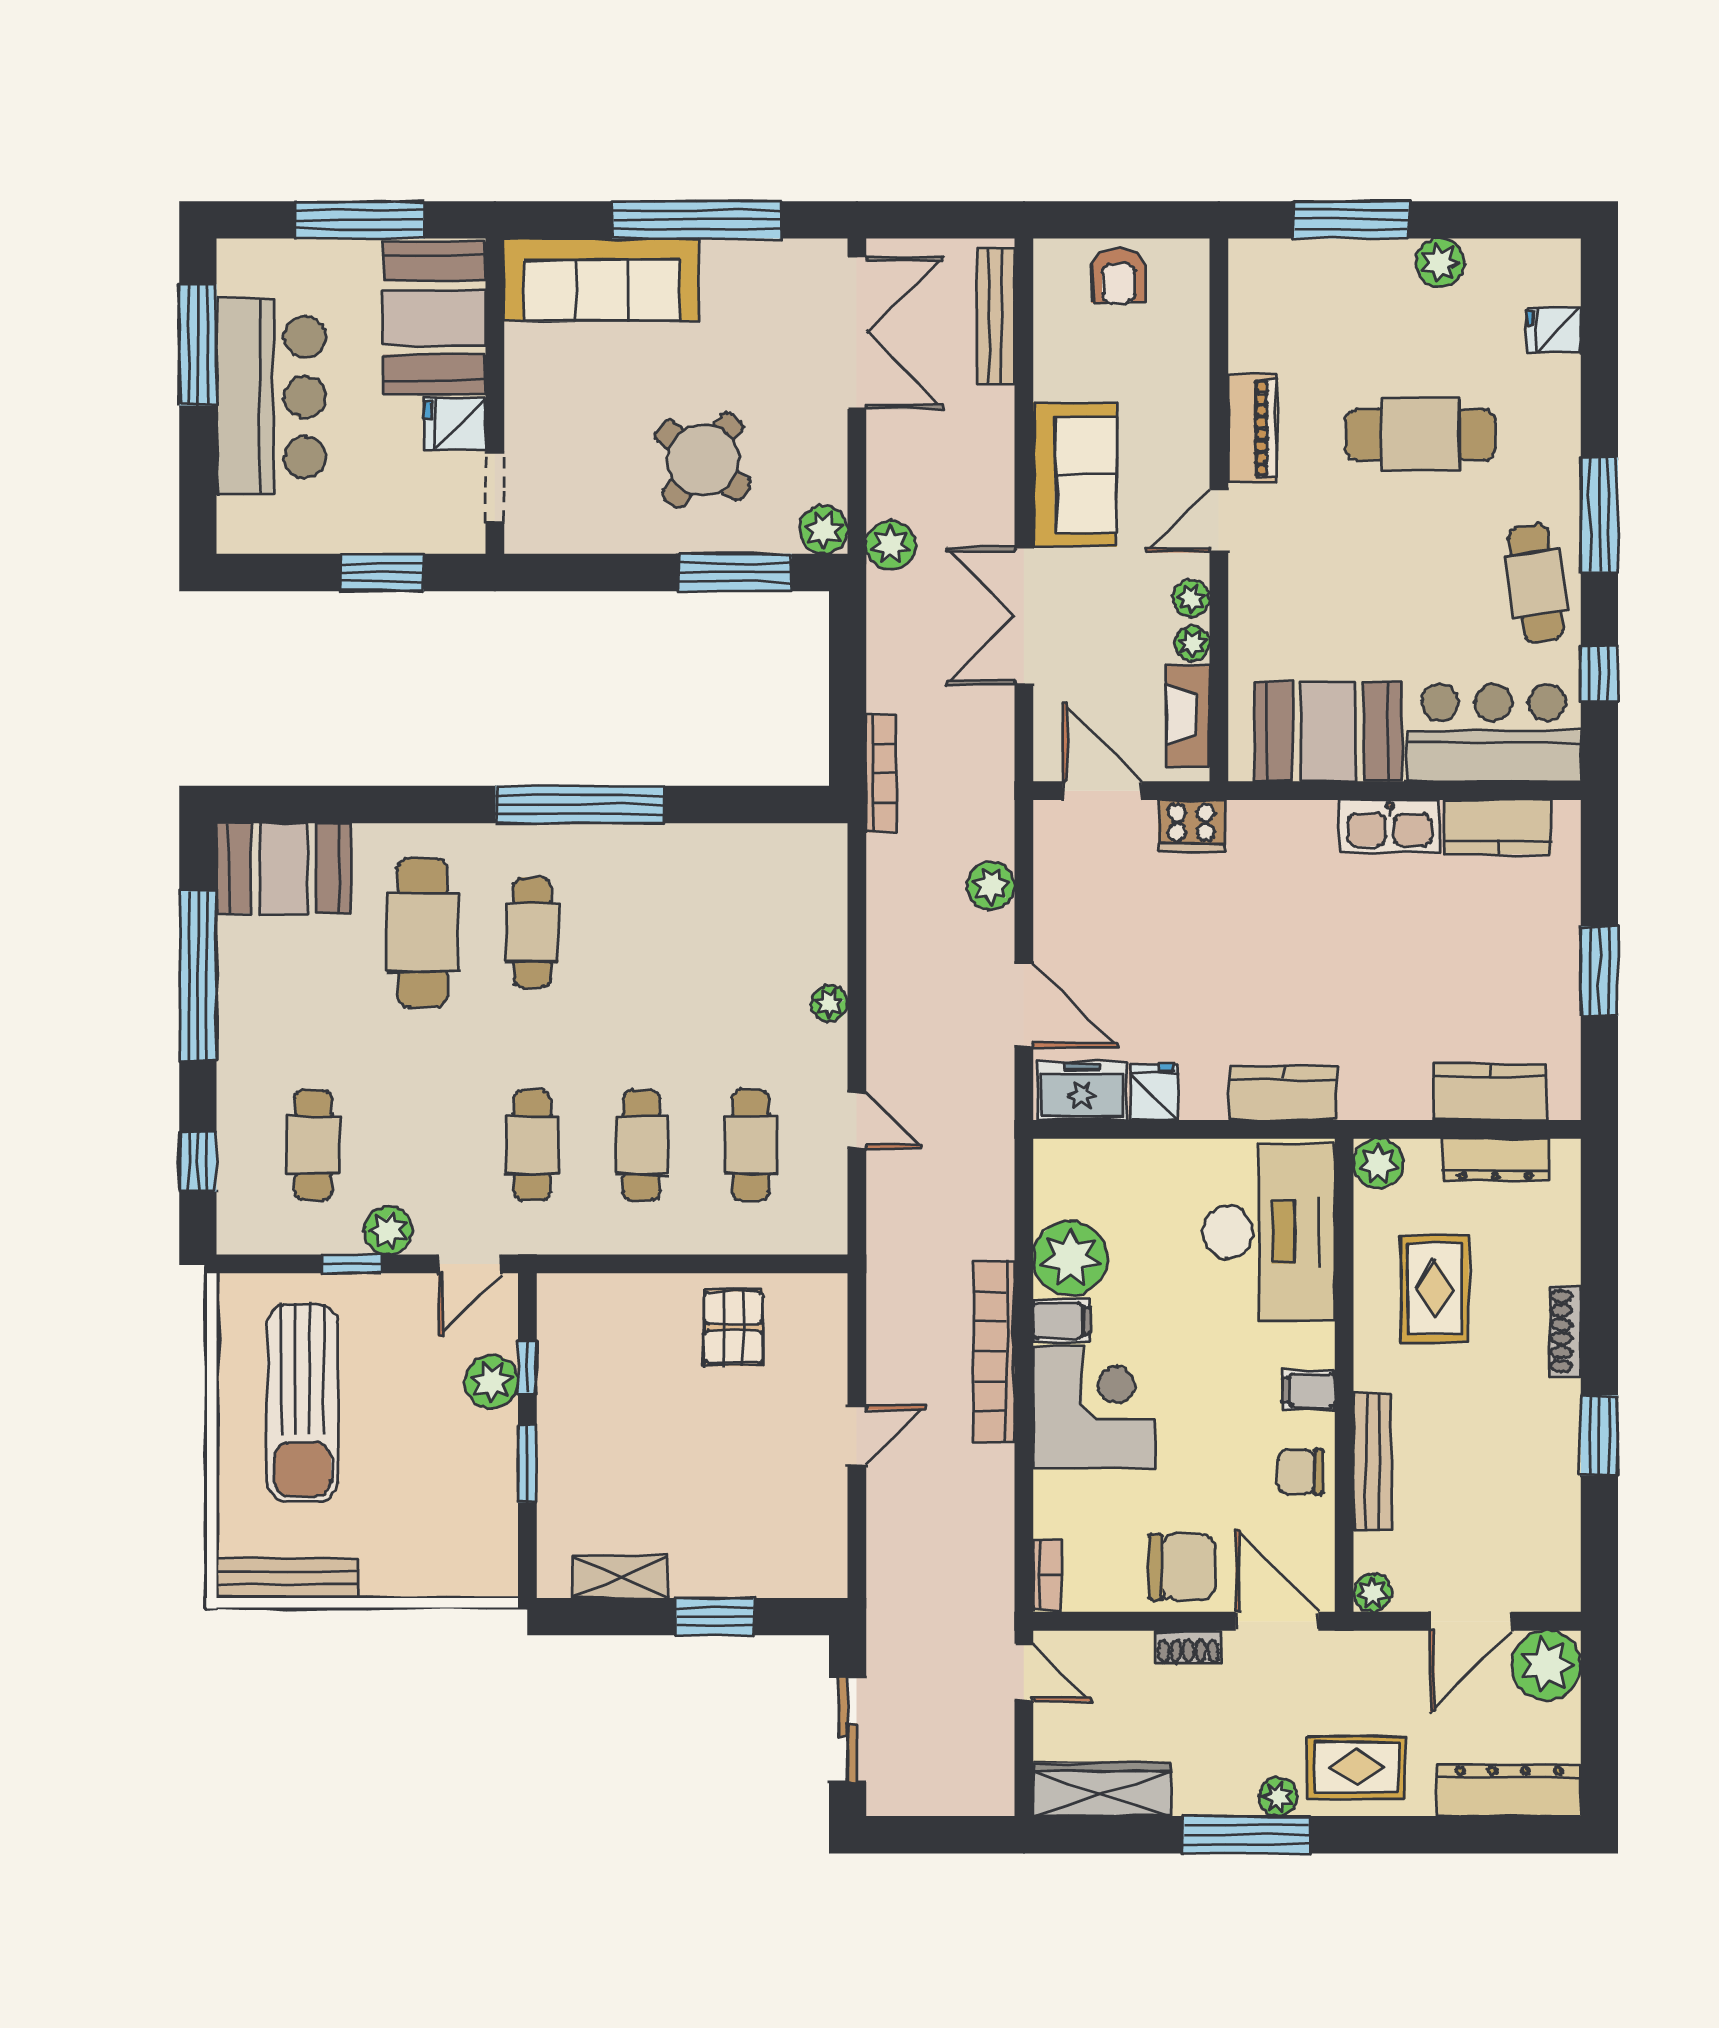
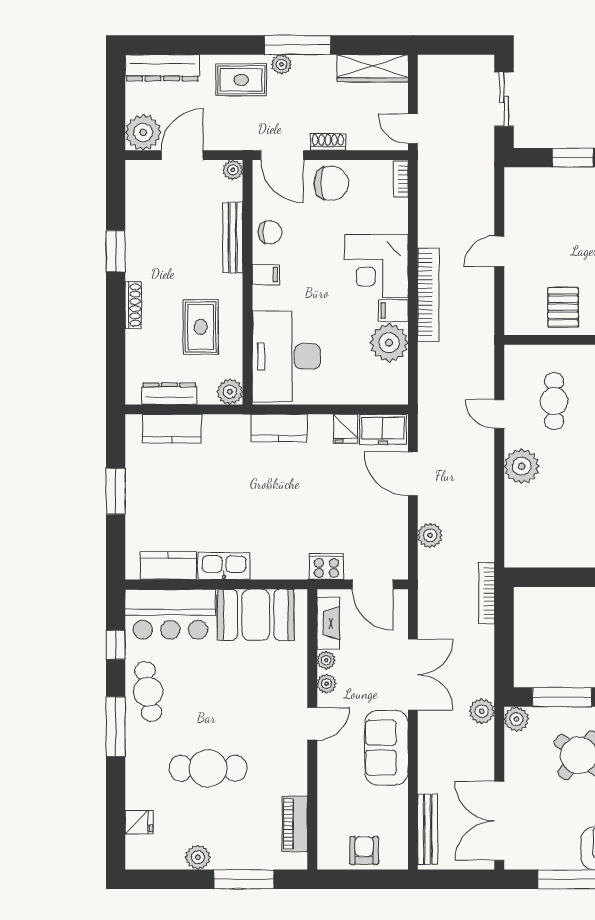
piano: (1252, 428) -> (295, 824), moved
plant: (829, 1003) -> (522, 466), width x1.87, depth x1.87
chair: (1182, 1567) -> (331, 183), turned 180

